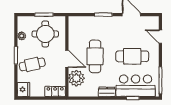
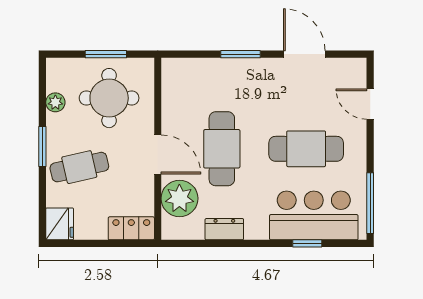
dresser: (107, 92) -> (224, 229), moved

